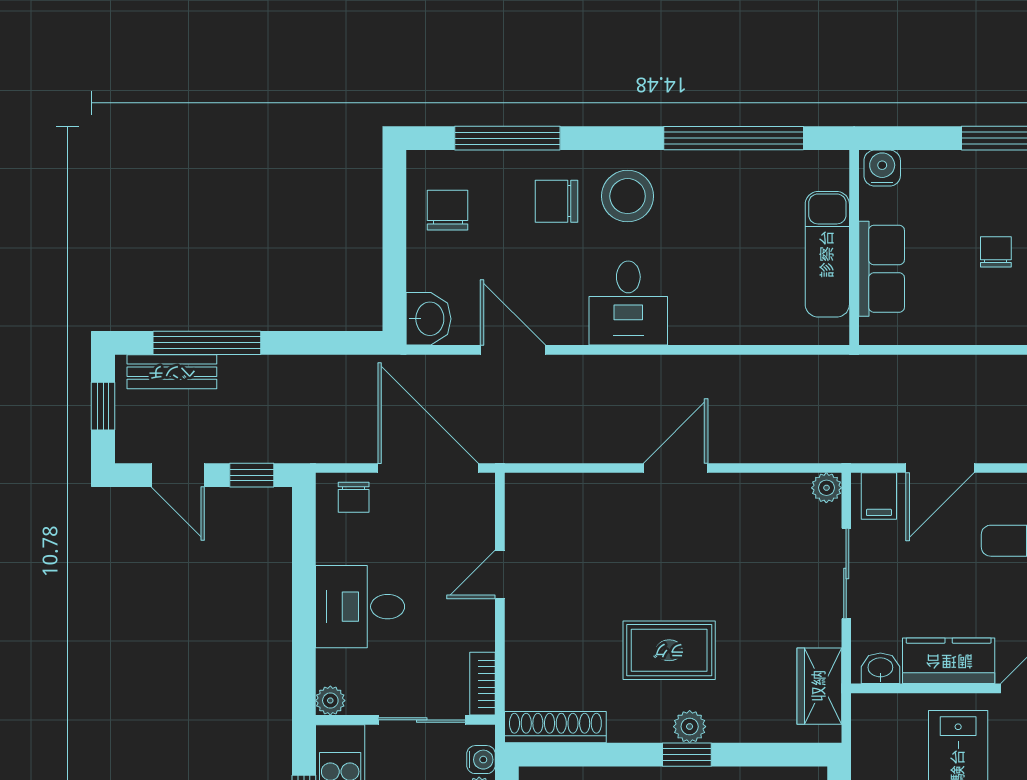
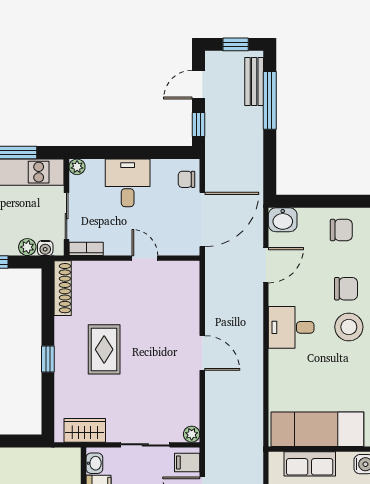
chair: (557, 201) -> (346, 289), turned 90
exam couch: (827, 254) -> (317, 429), width x1.36, depth x1.45
plant: (690, 727) -> (63, 360), removed

